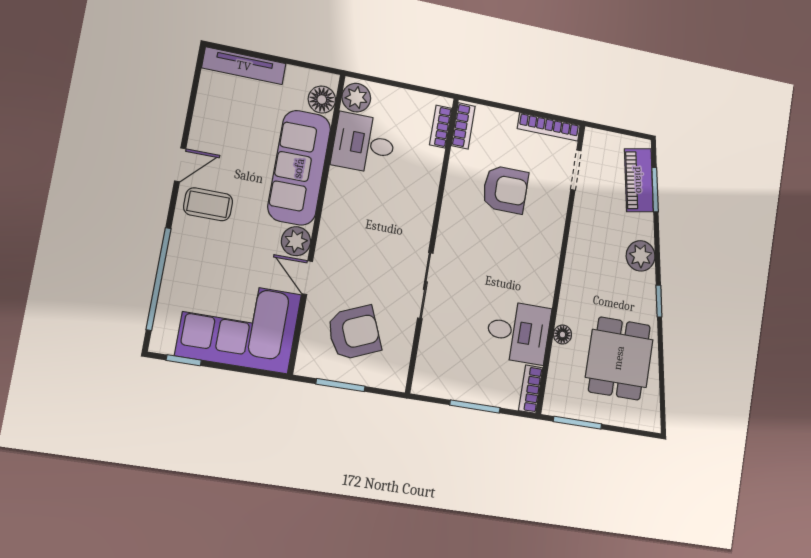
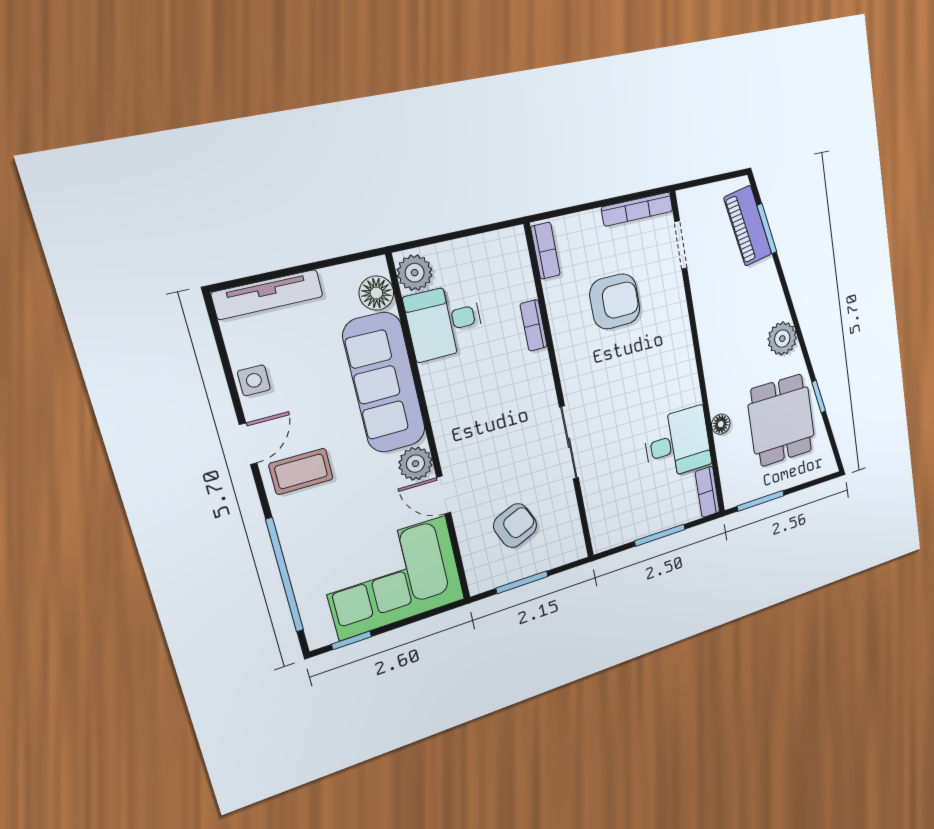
side table: (206, 121) -> (254, 380), added
bookcase: (441, 127) -> (534, 325), moved
plant: (641, 256) -> (782, 339), moved
window: (659, 301) -> (819, 397), moved
armchair: (354, 333) -> (515, 526), width x0.72, depth x0.72

